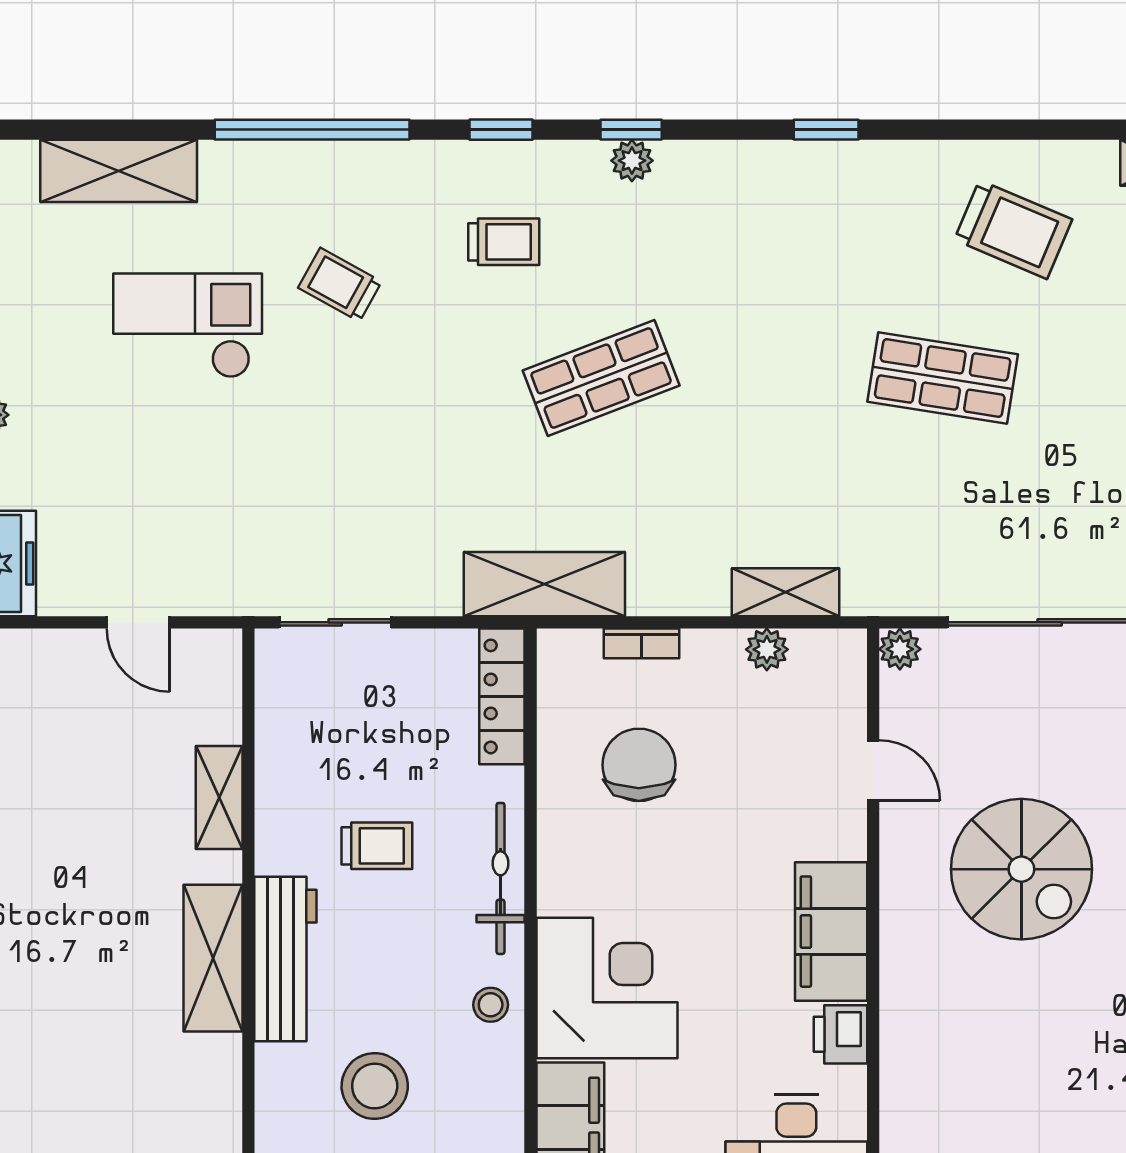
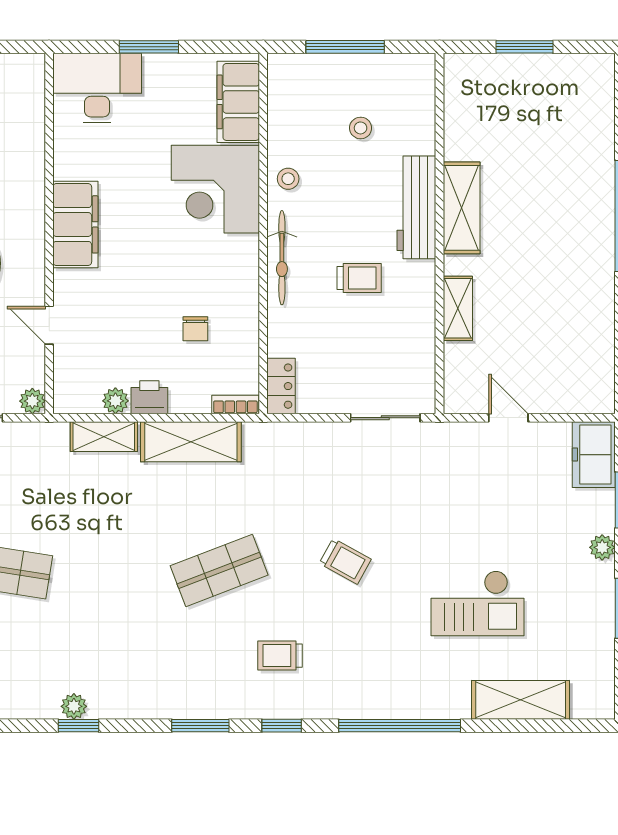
window: (631, 130) -> (200, 726), width x1.50
plant: (632, 161) -> (74, 706), moved
trolley: (340, 285) -> (345, 561), moved
shelving: (544, 584) -> (191, 442), moved
bookcase: (642, 643) -> (235, 405), moved
locker: (502, 696) -> (281, 386), width x0.66
chair: (639, 765) -> (195, 329), width x0.54, depth x0.54
trolley: (377, 846) -> (359, 278), turned 180
printer: (840, 1034) -> (149, 397), moved, turned -90
stool: (375, 1086) -> (361, 128), width x0.53, depth x0.53

